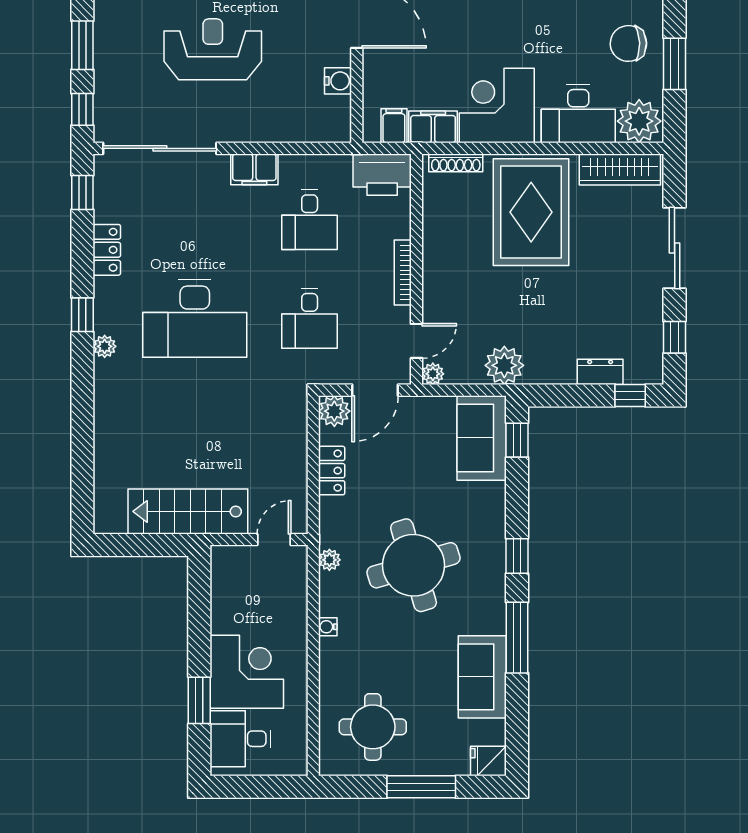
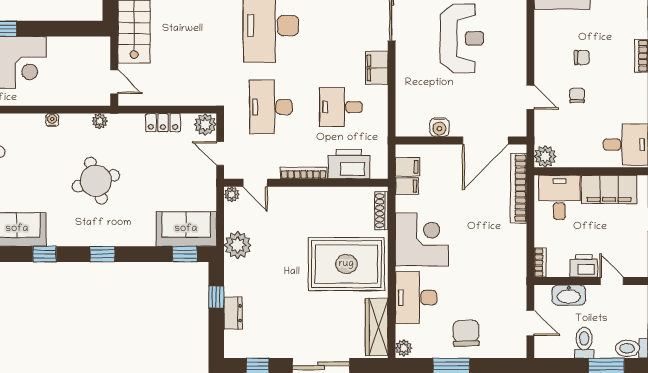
plant: (639, 121) -> (404, 348), width x0.53, depth x0.53
filing cabinet: (433, 127) -> (407, 186), width x0.50
printer: (382, 175) -> (349, 164), moved, turned 90
desk: (310, 319) -> (271, 107), width x1.37
door: (375, 390) -> (220, 153), width x0.73
window: (630, 396) -> (216, 297), moved
round table: (414, 565) -> (96, 181), width x0.73, depth x0.73
window: (517, 638) -> (44, 254), width x0.46

